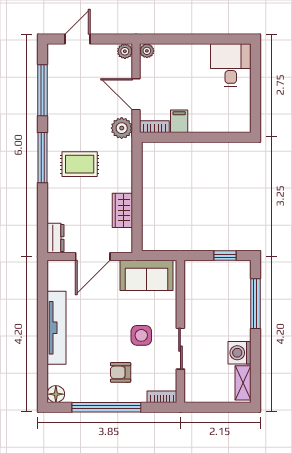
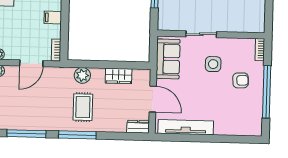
filing cabinet: (179, 121) -> (53, 17), moved
plant: (122, 128) -> (82, 75), moved
tv unit: (57, 328) -> (186, 127), moved
sliding door: (180, 349) -> (201, 34), moved
armchair: (121, 372) -> (241, 80), turned -93
floor lamp: (56, 394) -> (256, 130), removed

